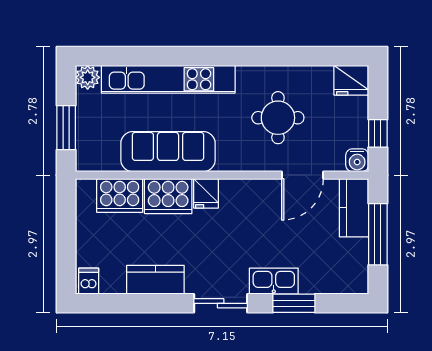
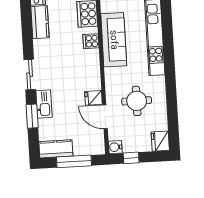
fridge: (206, 193) -> (93, 98), moved
cooker: (168, 196) -> (91, 41), width x0.53, depth x0.76
kitchen counter: (354, 208) -> (56, 149), moved
kitchen counter: (155, 280) -> (40, 22), moved

